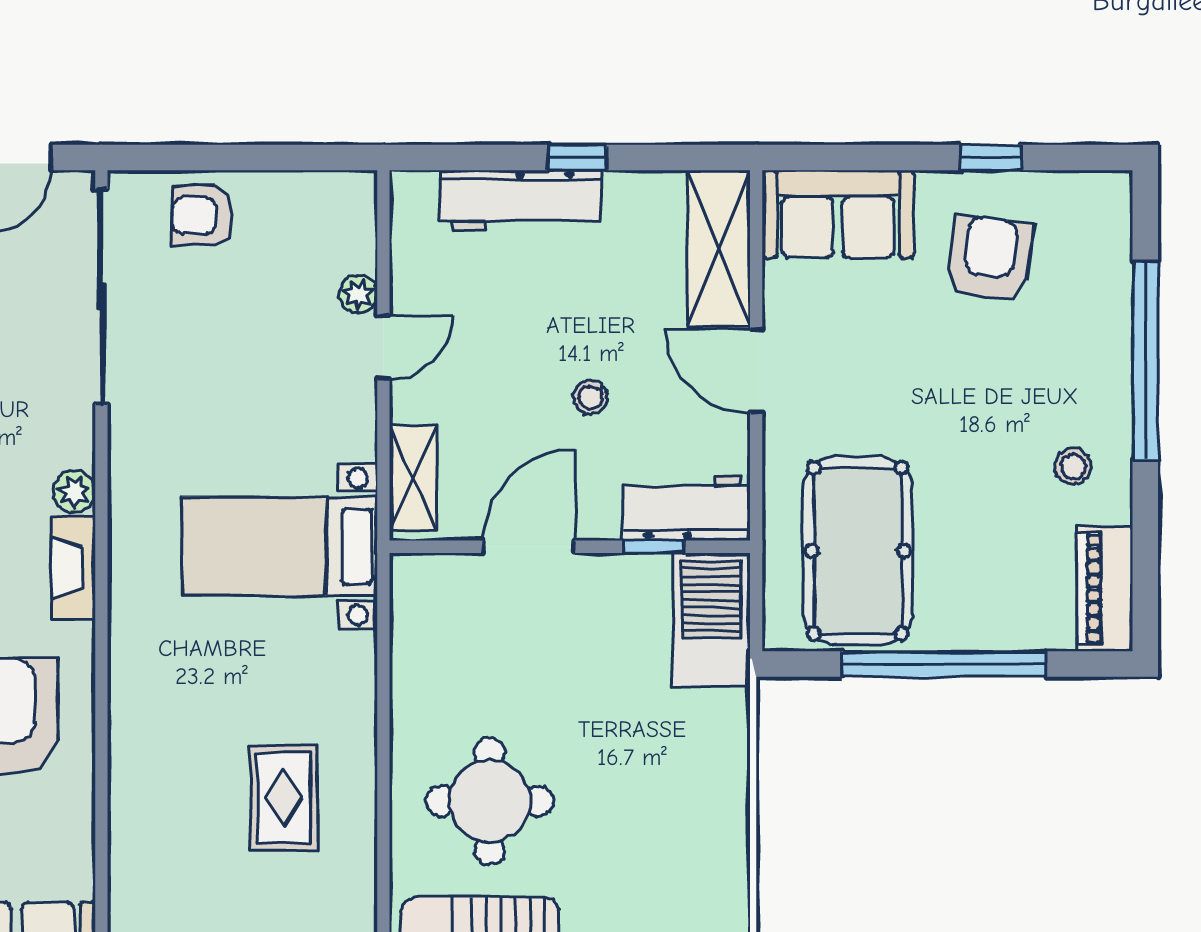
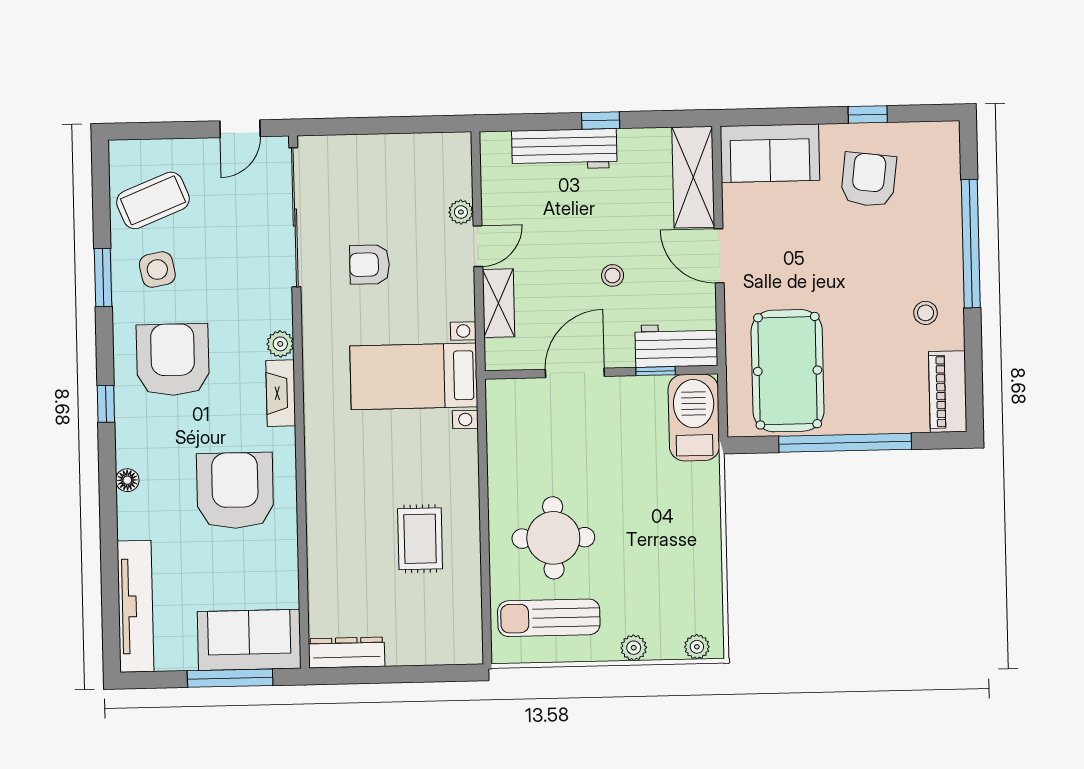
armchair: (203, 216) -> (370, 265), moved
shelving: (413, 478) -> (498, 303), moved

